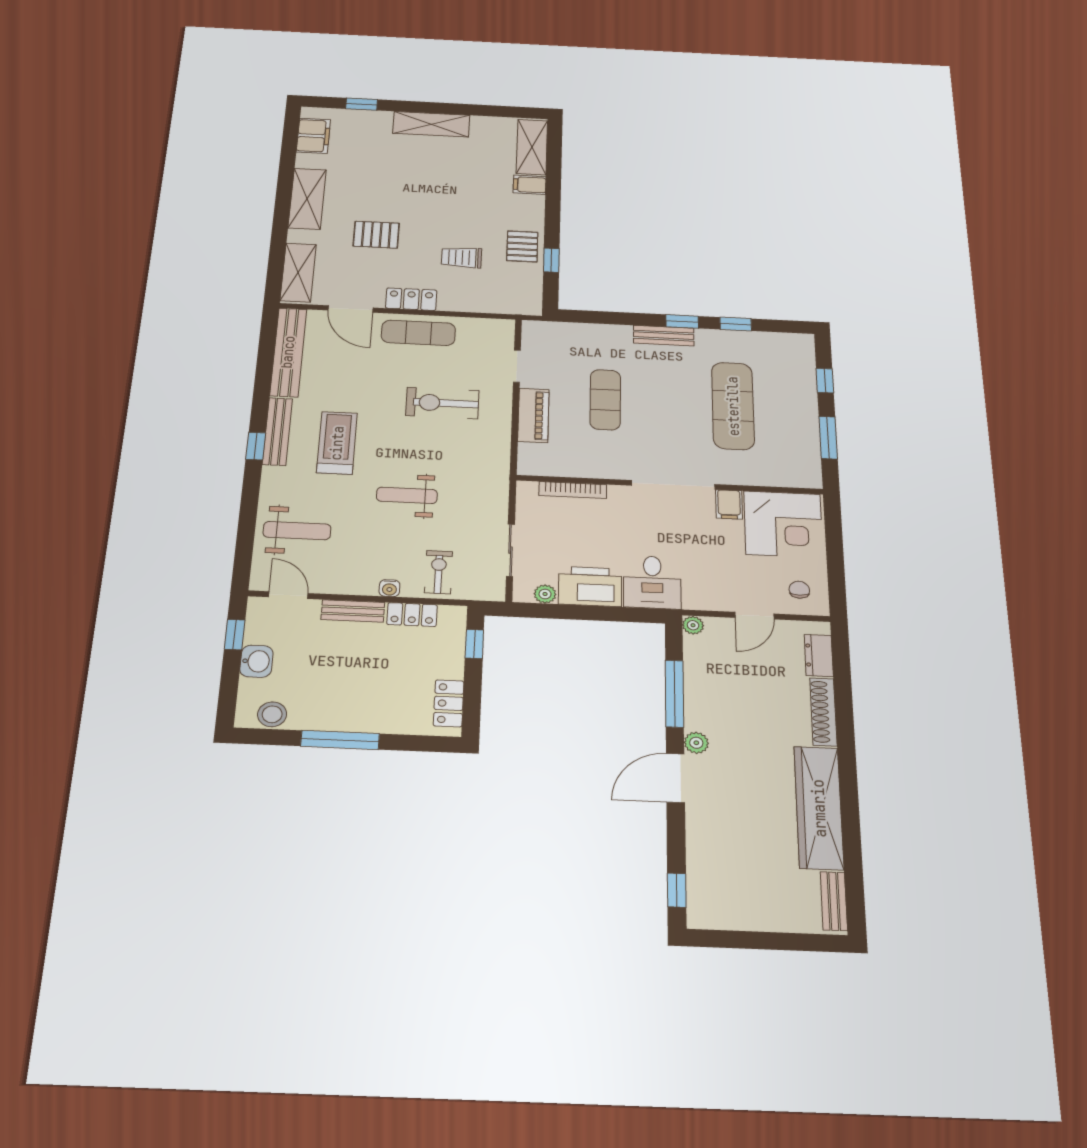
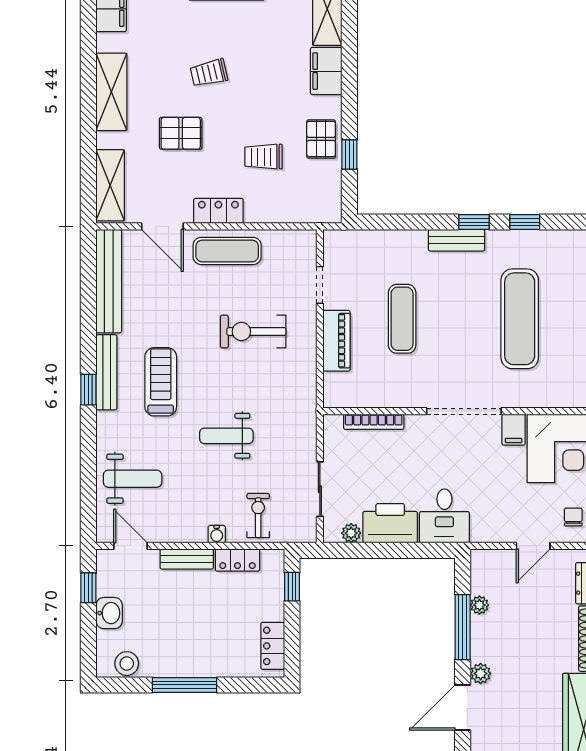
filing cabinet: (530, 185) -> (326, 71), width x2.00
trolley: (409, 189) -> (209, 73), added
plant: (693, 625) -> (479, 605), moved

